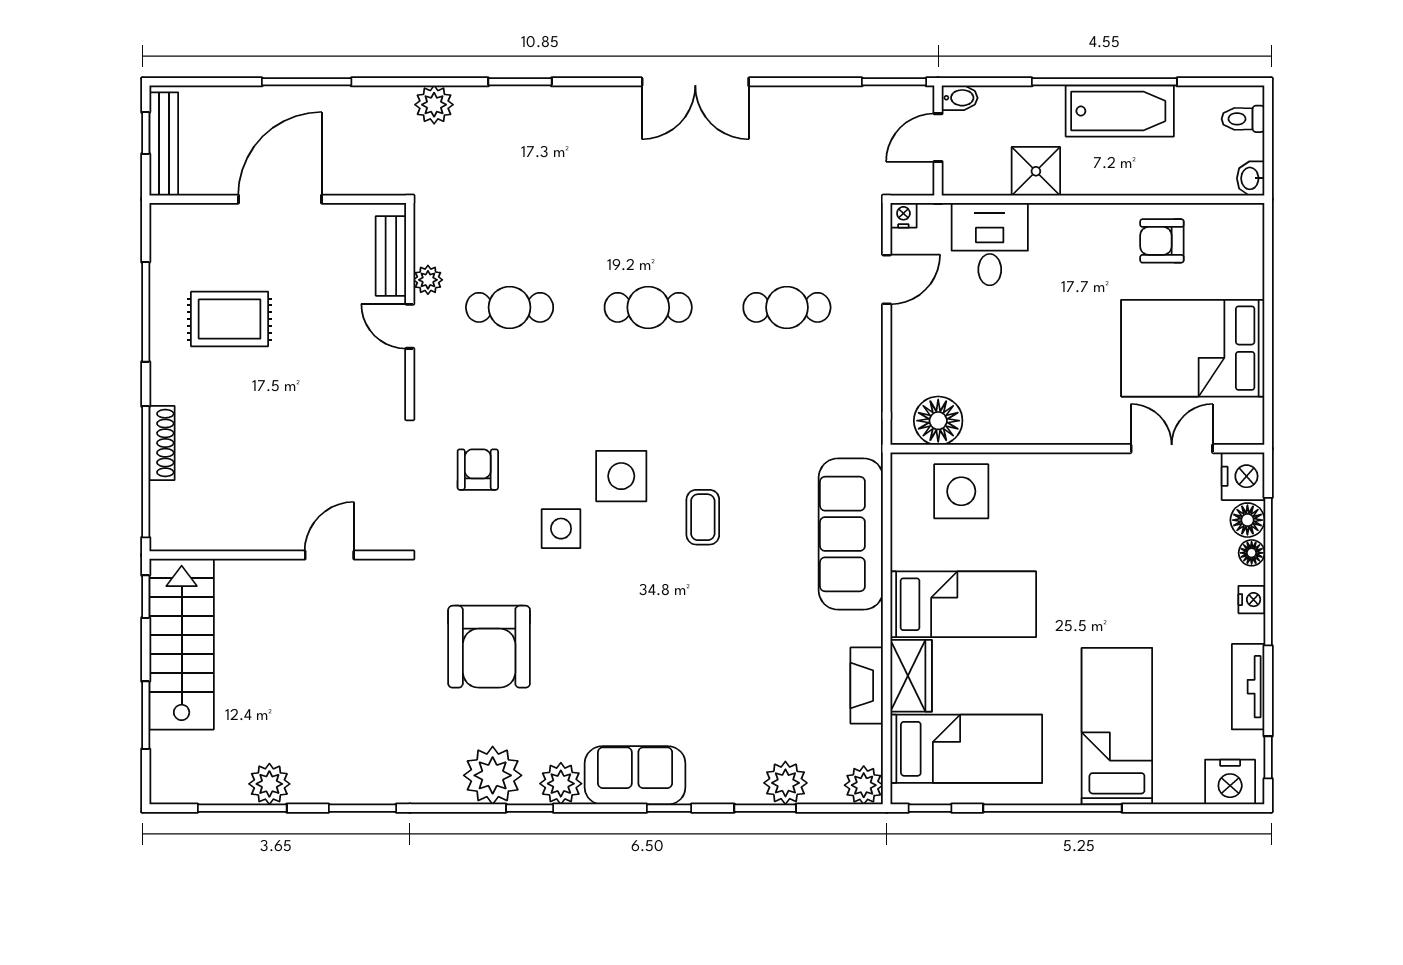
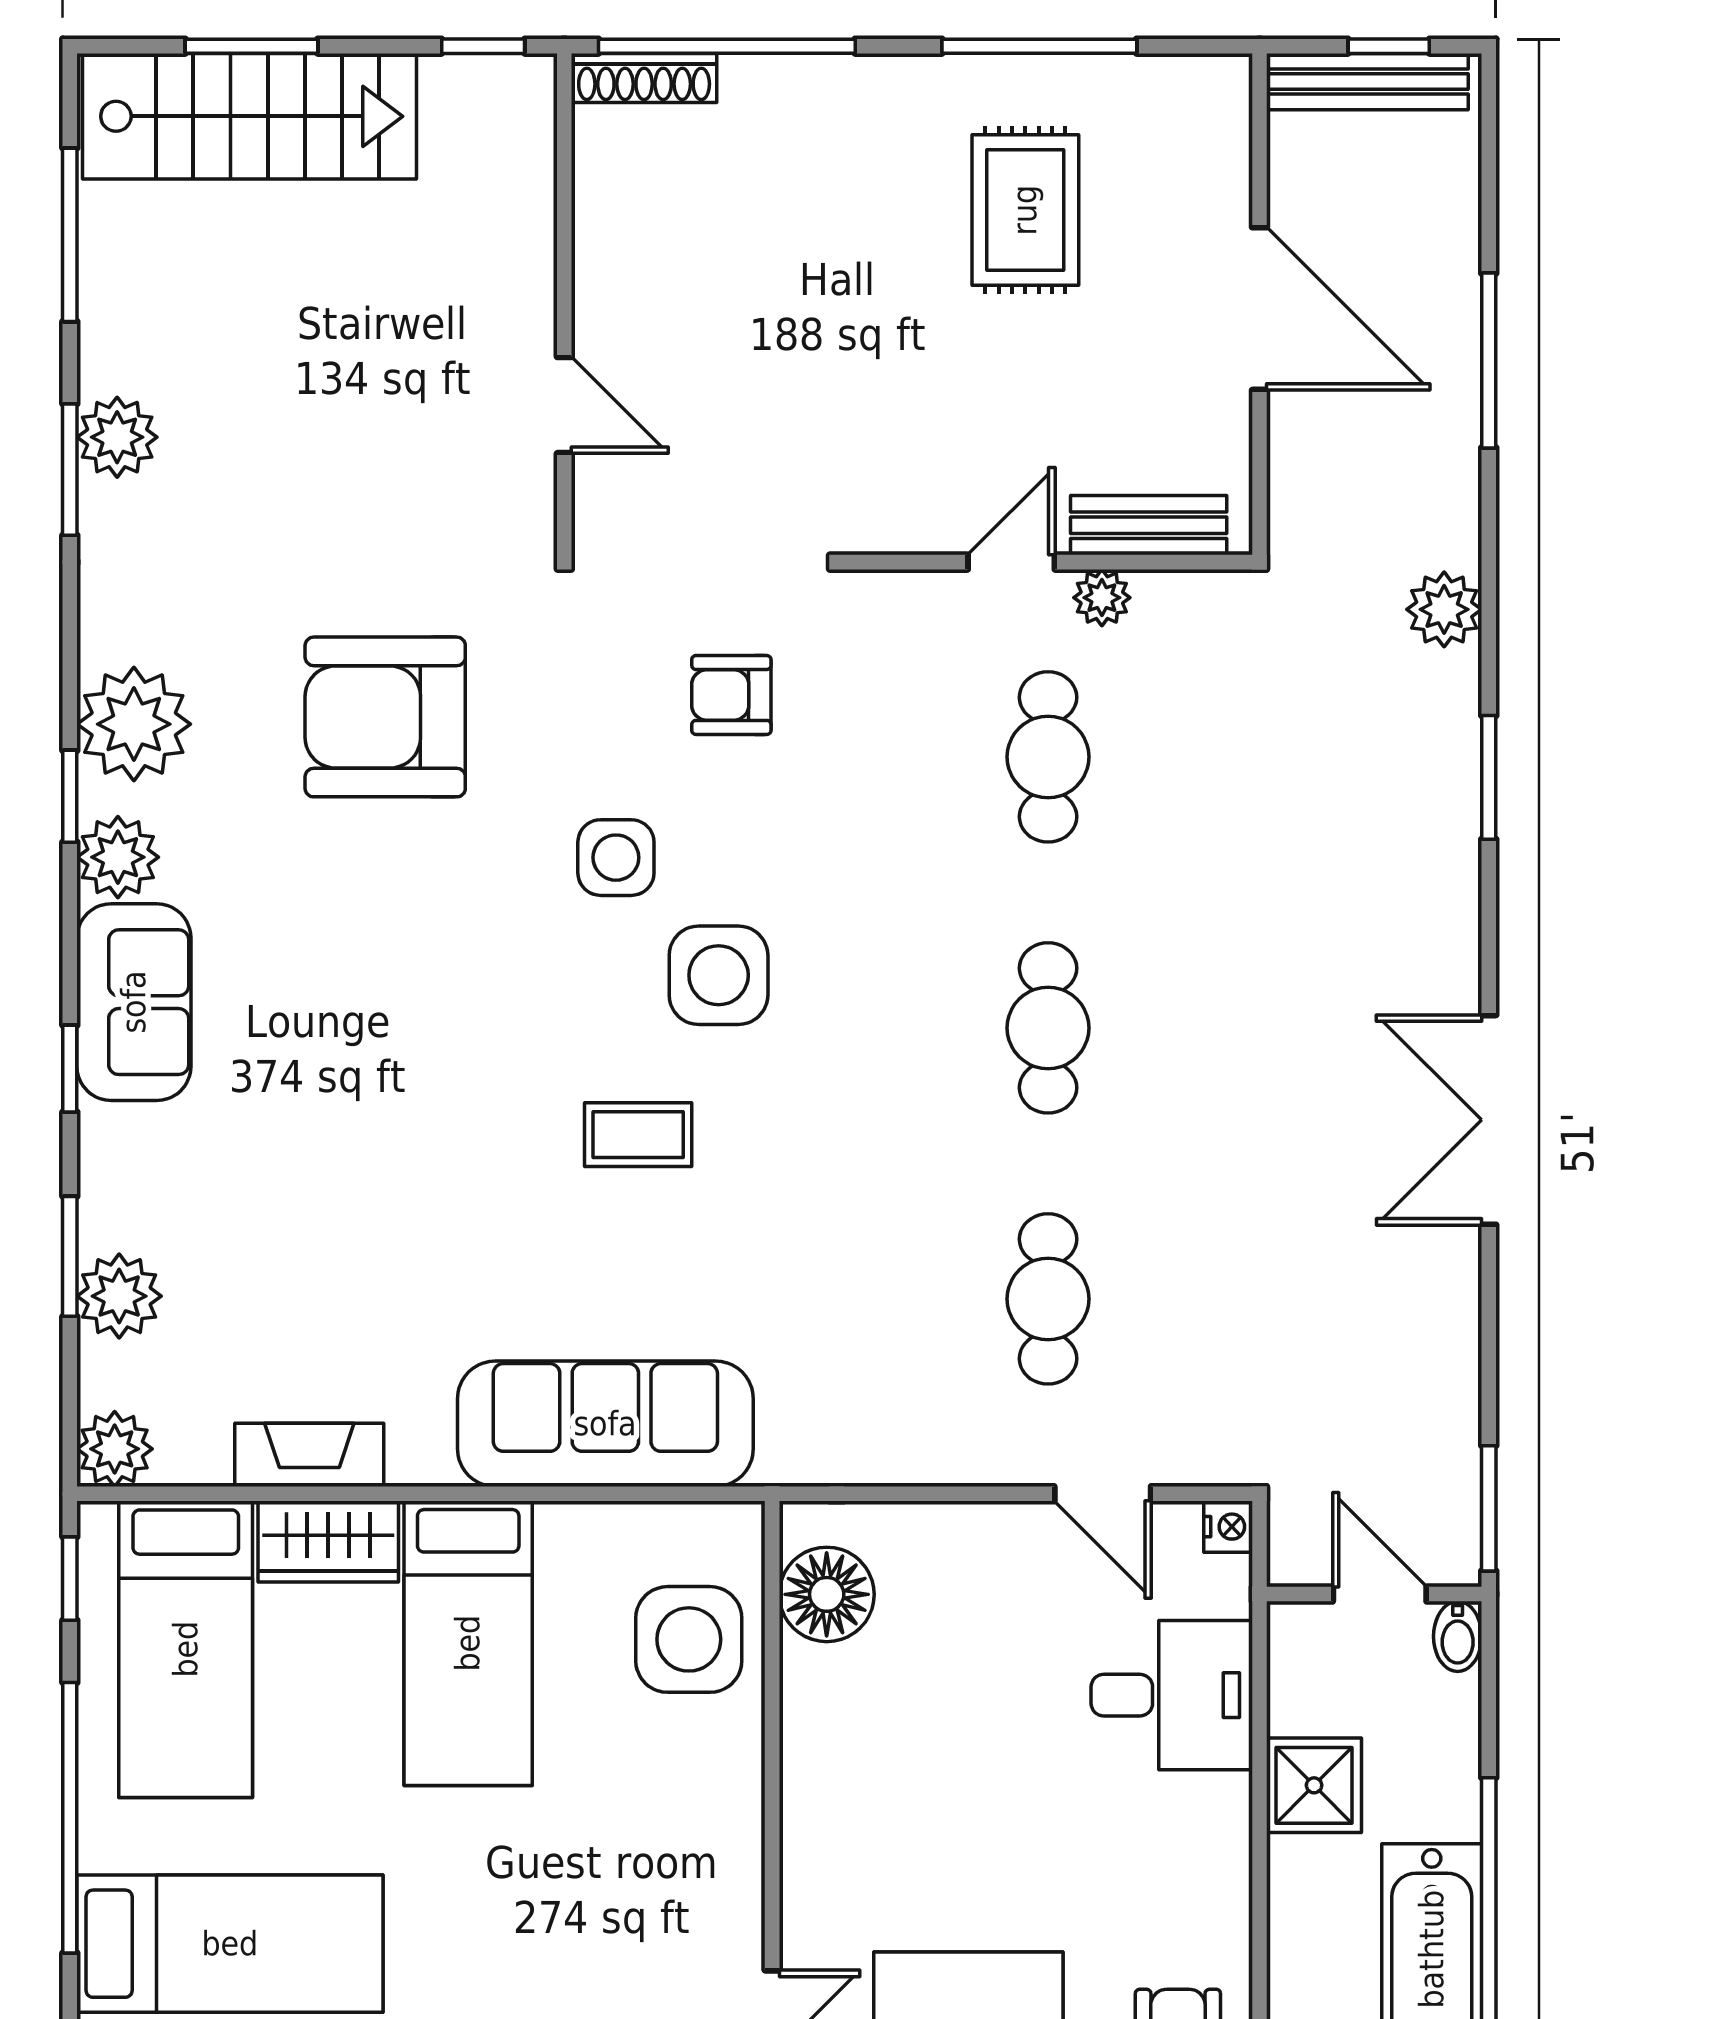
shoe rack: (162, 443) -> (644, 78), moved
armchair: (478, 470) -> (731, 695), turned 180
stairs: (182, 644) -> (249, 116), moved
plant: (269, 784) -> (117, 437), moved

